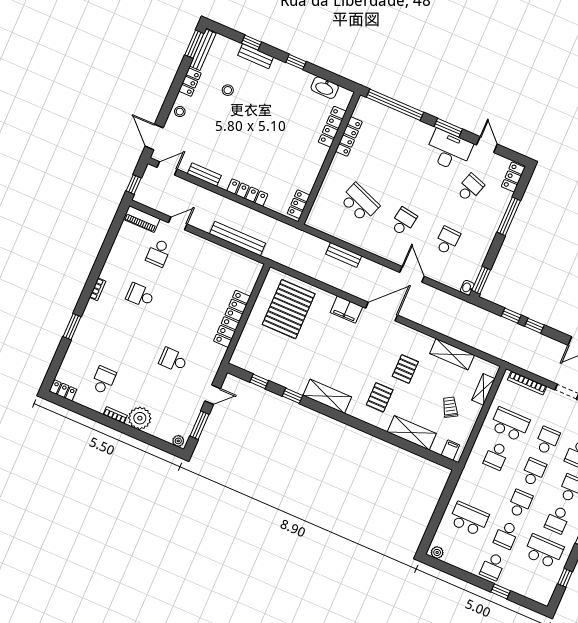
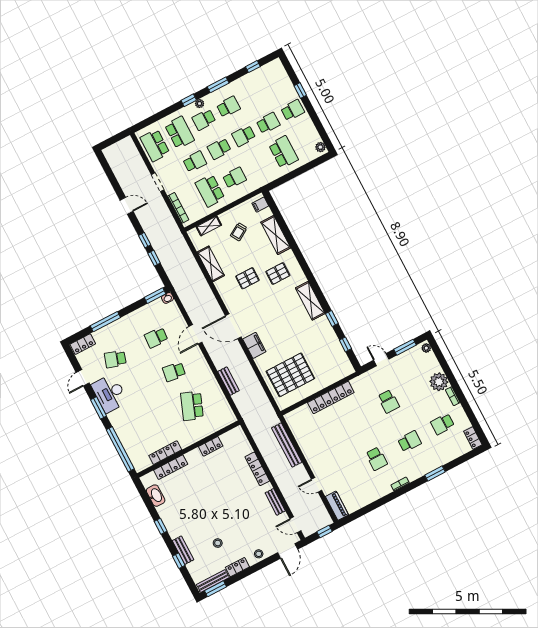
locker: (299, 204) -> (211, 446), moved
school desk: (159, 253) -> (409, 441), moved
school desk: (547, 441) -> (195, 162), turned 180
school desk: (469, 519) -> (283, 152), turned 180
school desk: (544, 551) -> (253, 94), removed

